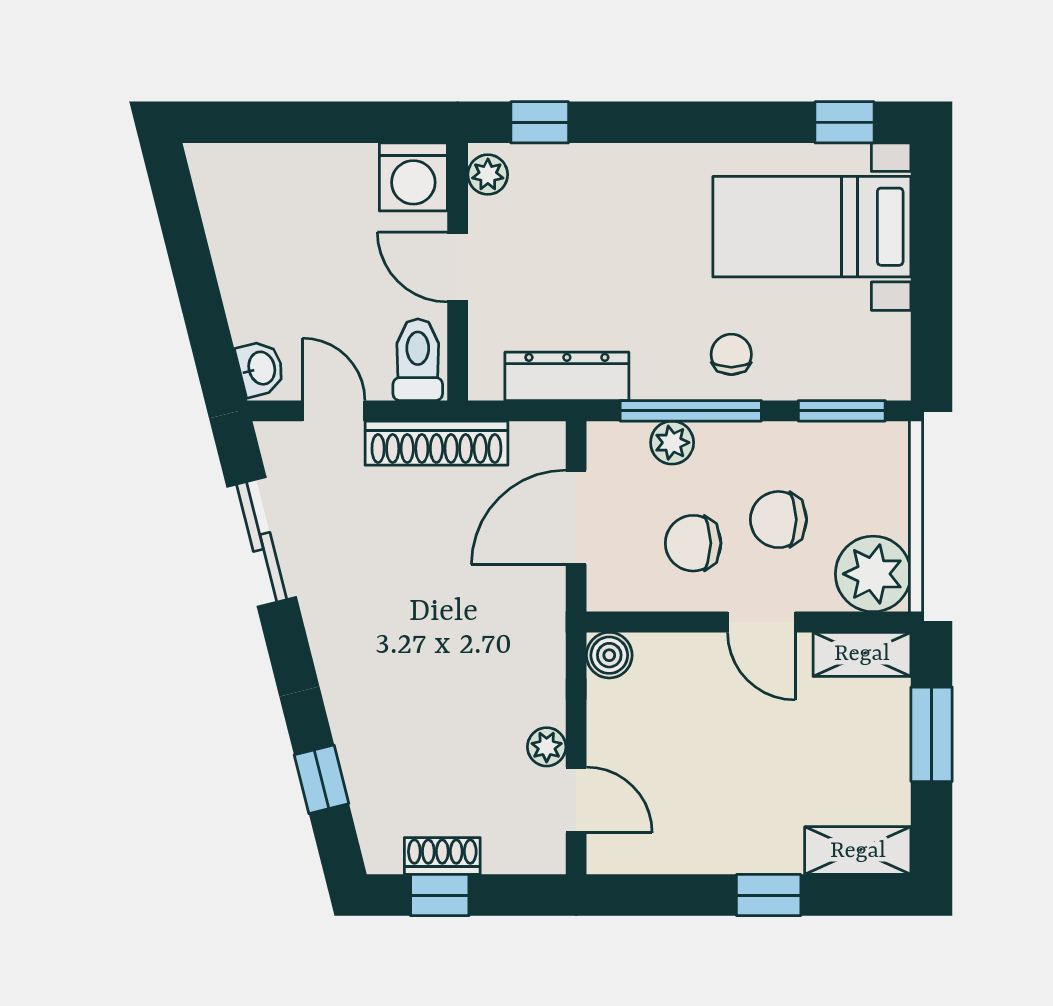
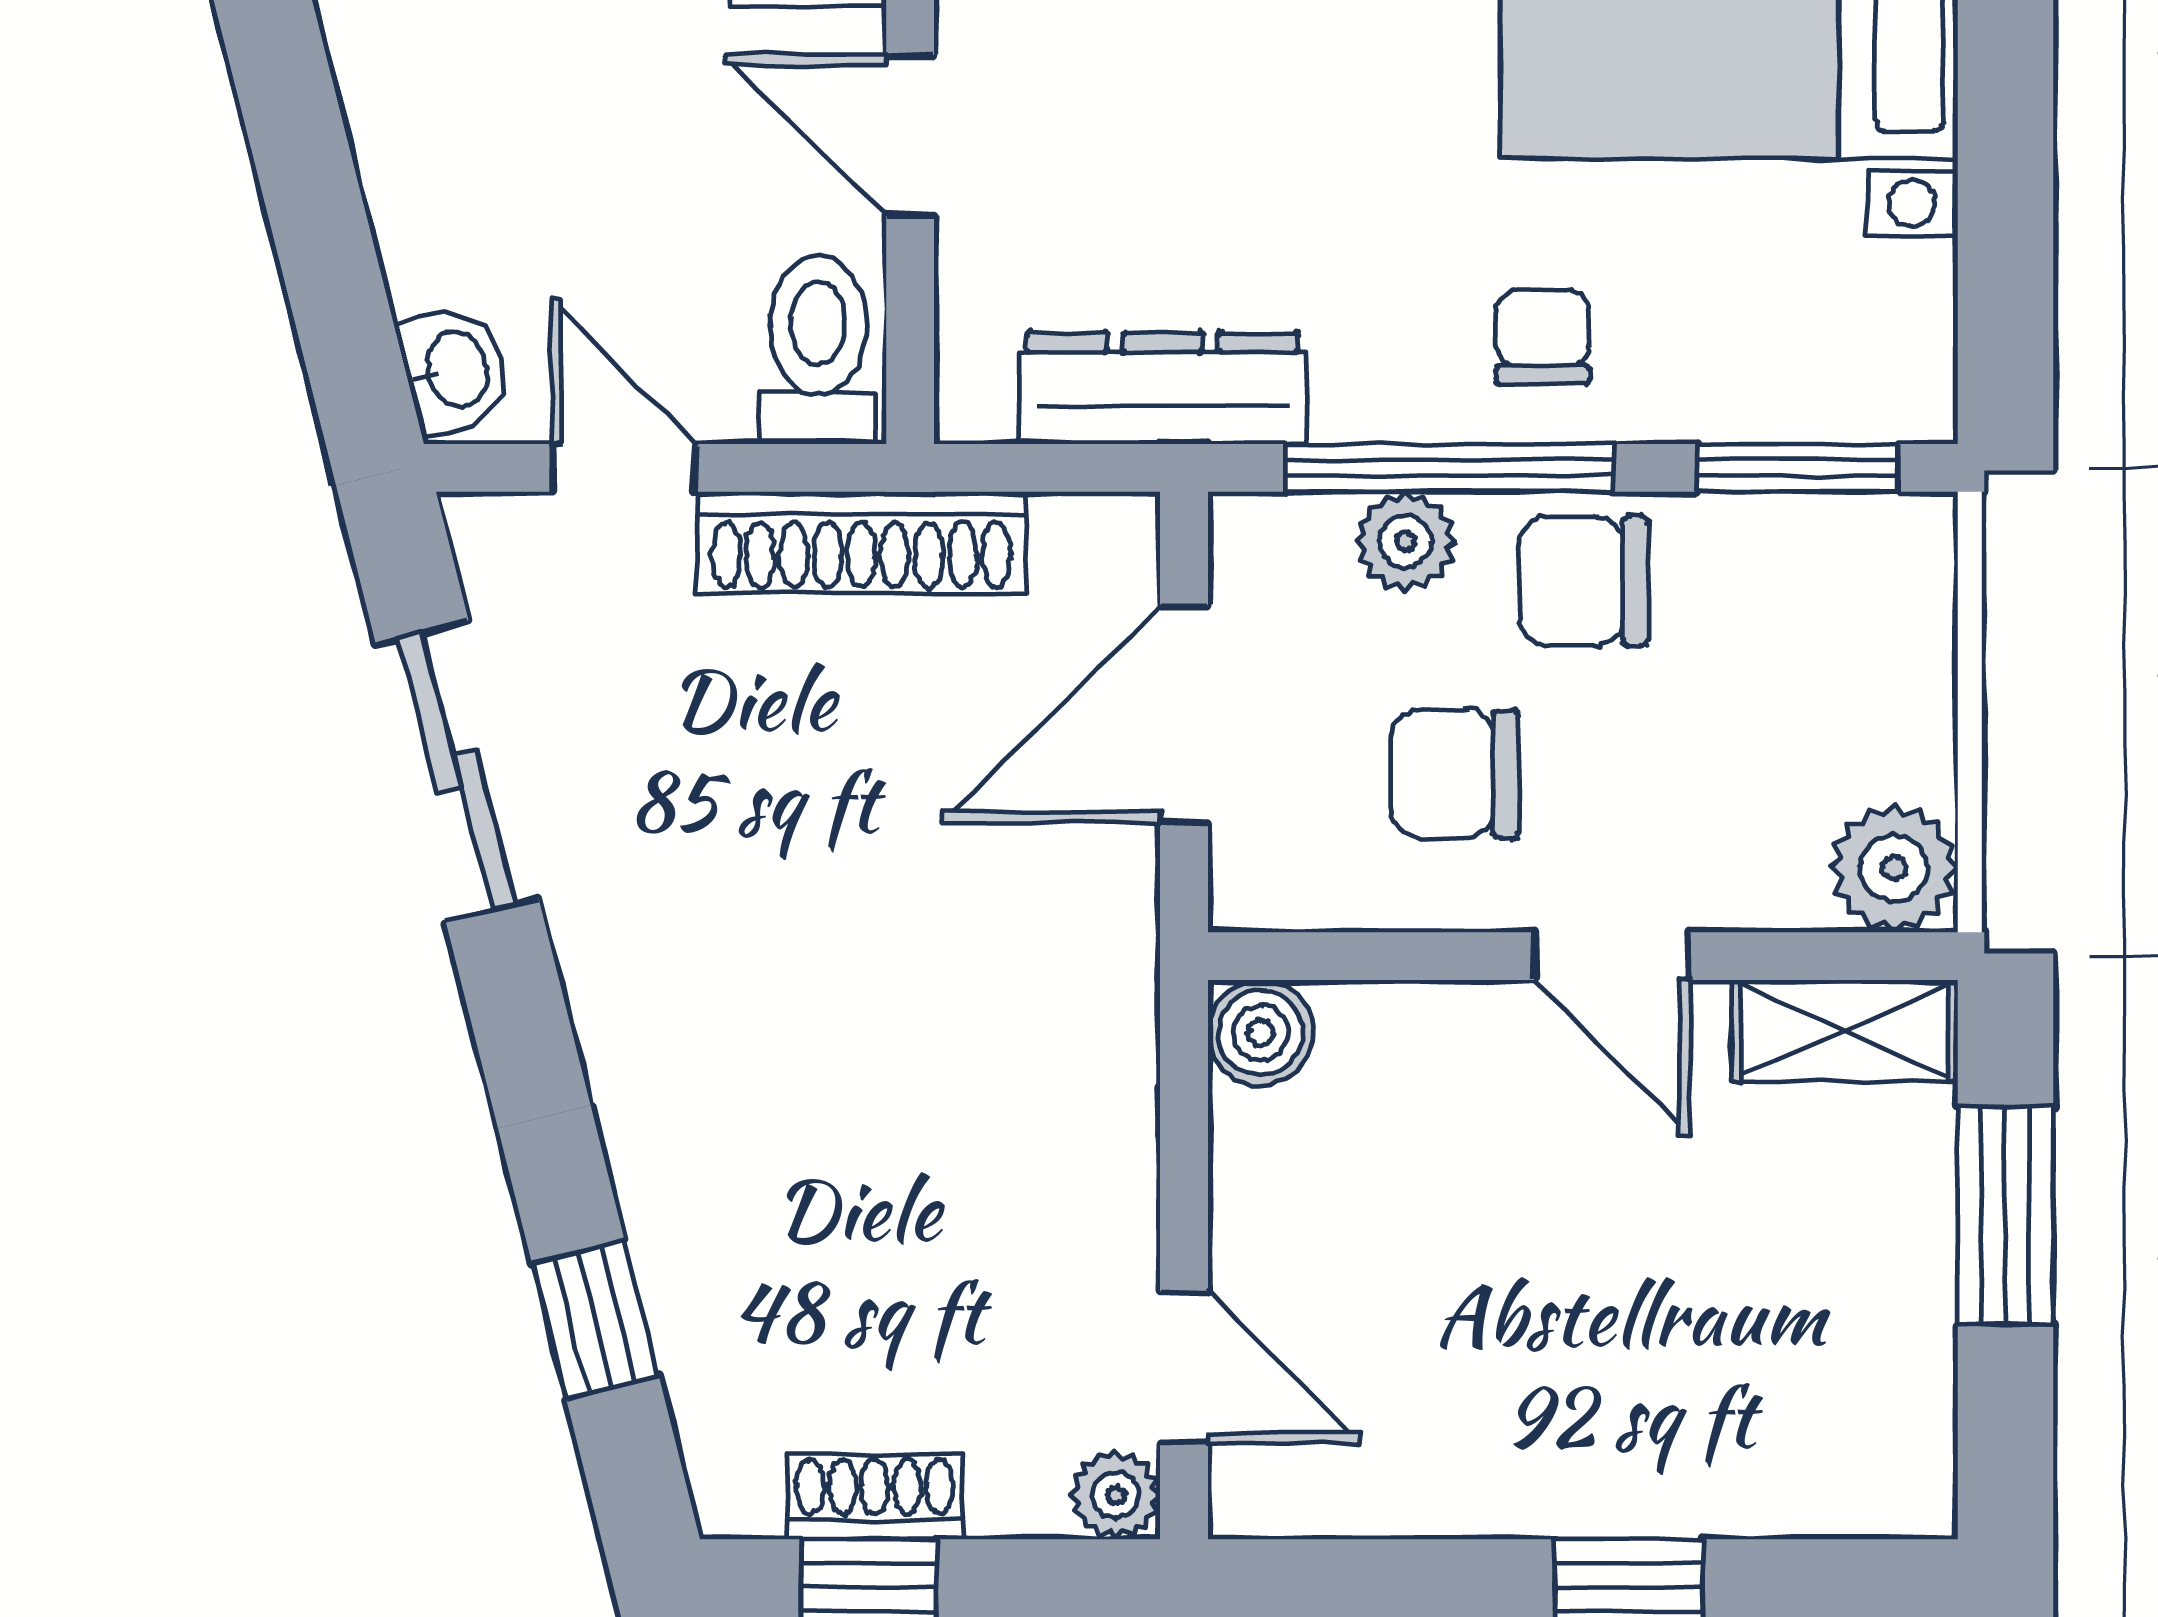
chair: (778, 520) -> (1583, 581), moved
plant: (873, 574) -> (1894, 868), width x0.73, depth x0.73
plant: (547, 747) -> (1116, 1495), moved
shelving: (858, 851) -> (1835, 1484), removed

